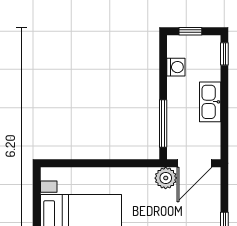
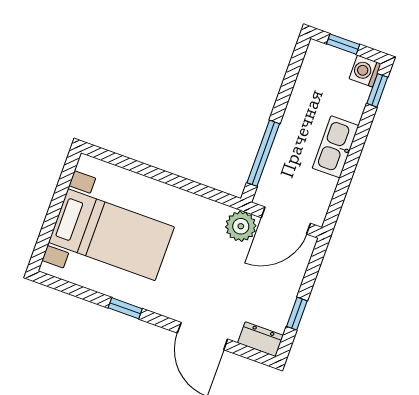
washing machine: (176, 67) -> (365, 71), moved, turned 180

